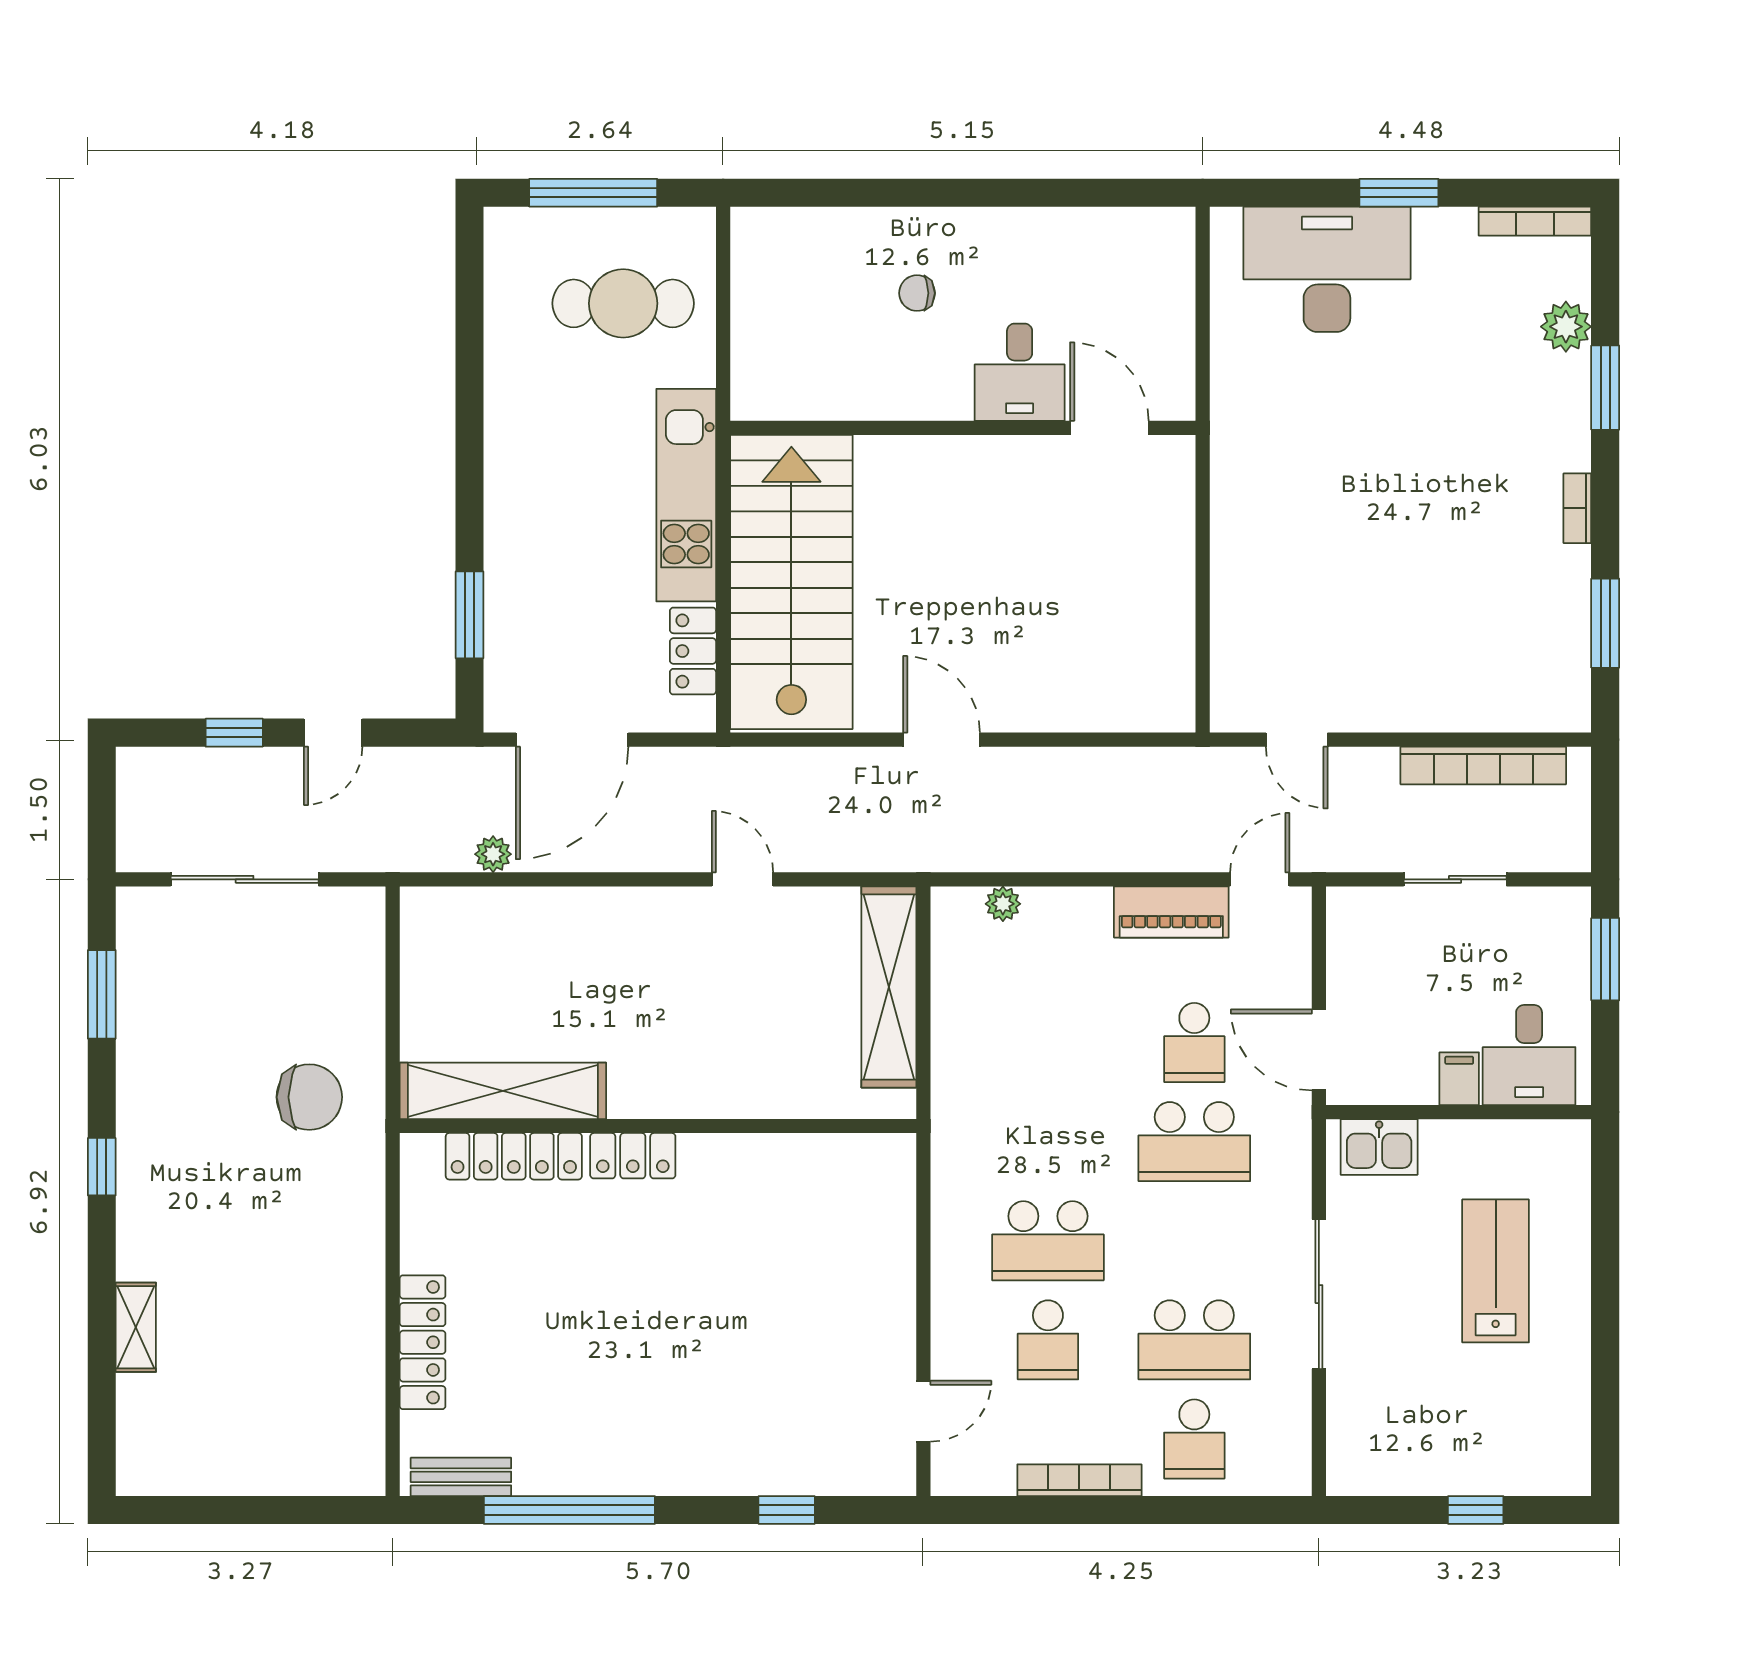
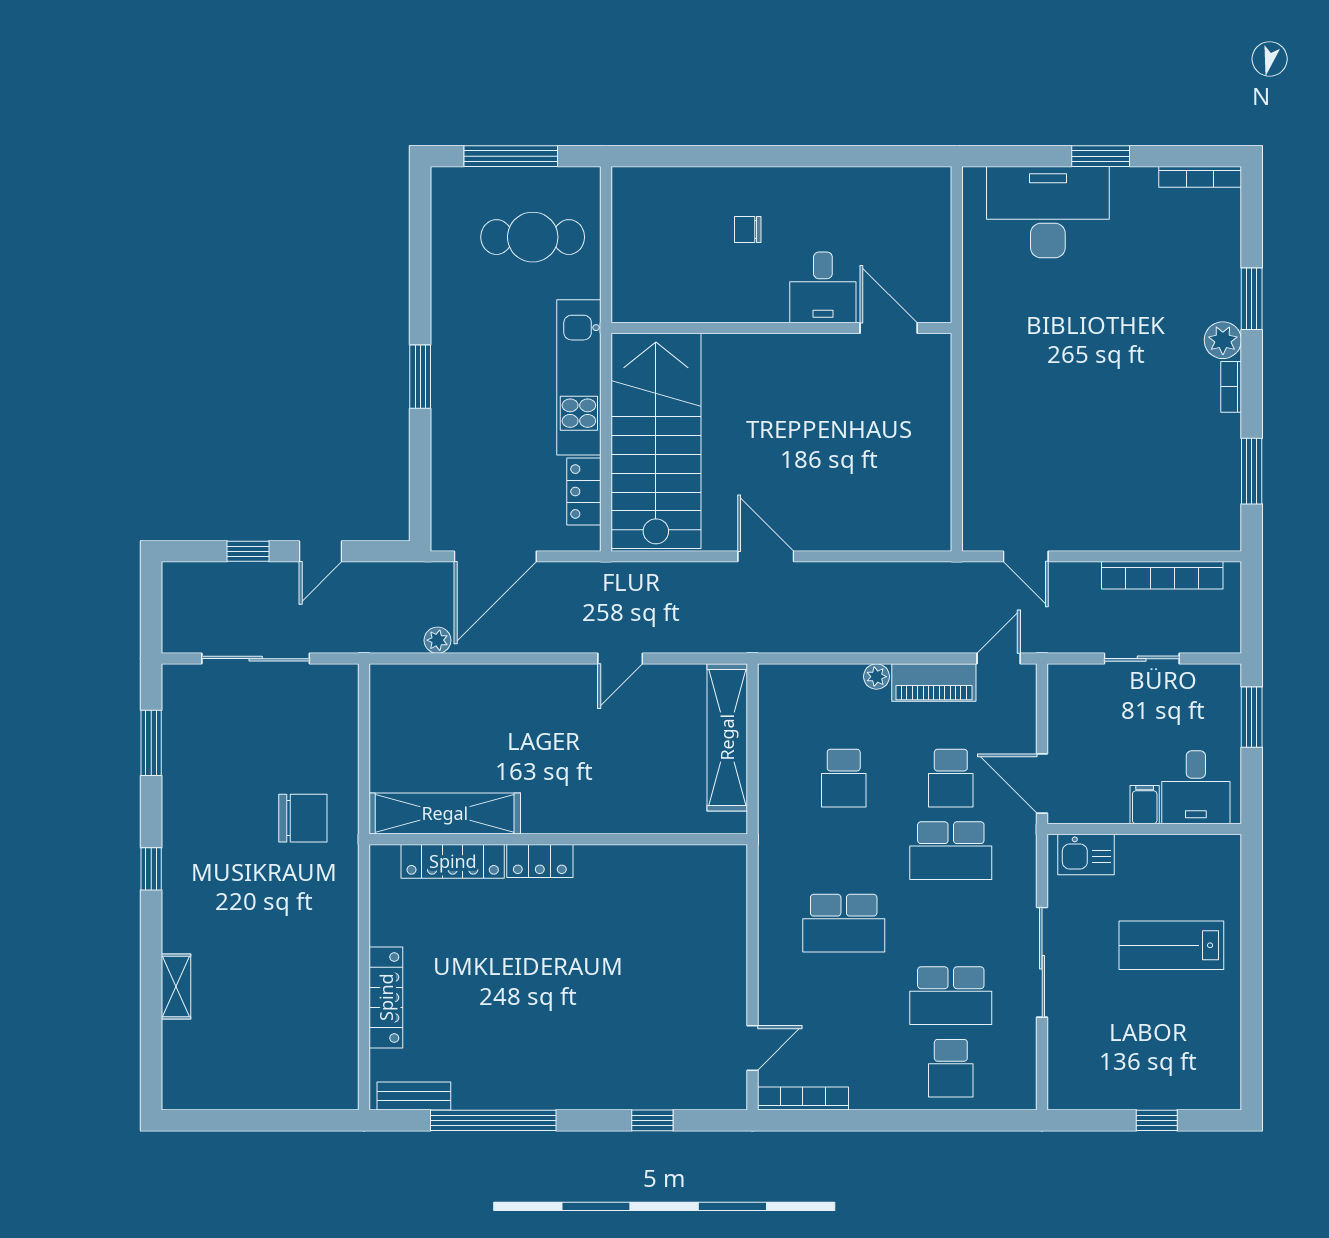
plant: (1566, 327) -> (1223, 340), moved
window: (469, 615) -> (420, 377), moved
door: (742, 879) -> (620, 659), swing flipped
plant: (1003, 904) -> (876, 677), moved
lab bench: (1496, 1271) -> (1171, 945), turned -90
school desk: (1048, 1340) -> (844, 778), moved
bookcase: (1079, 1480) -> (803, 1098), moved

